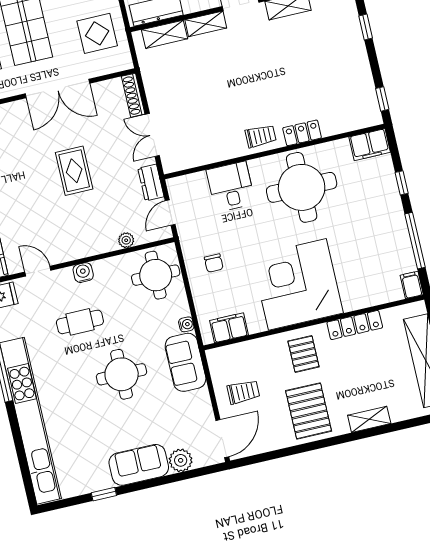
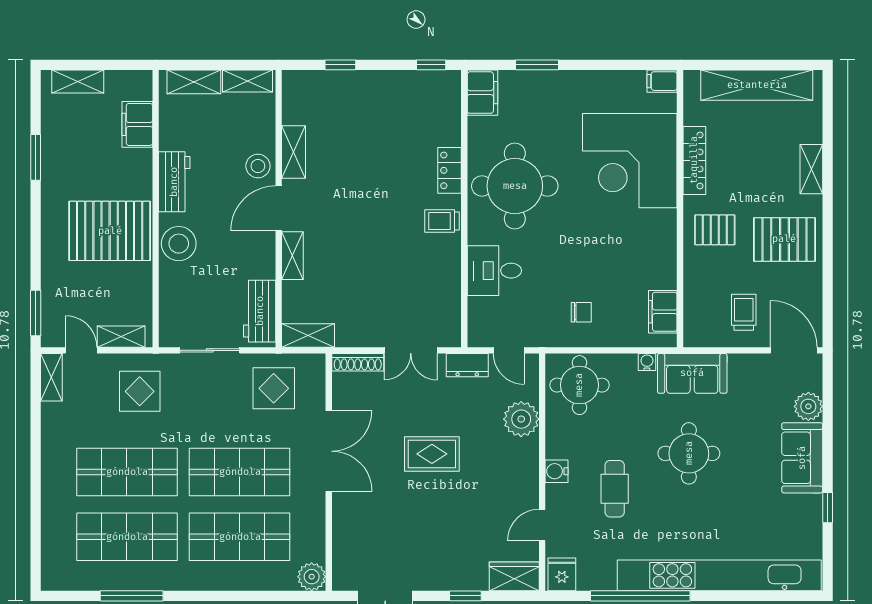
shelving: (164, 34) -> (308, 336), moved, turned 90
trolley: (261, 136) -> (442, 221), turned -90
window: (402, 183) -> (537, 65), width x1.50
plant: (126, 240) -> (521, 419), width x1.87, depth x1.87
window: (415, 241) -> (610, 65), removed
corner desk: (297, 284) -> (630, 161), moved

